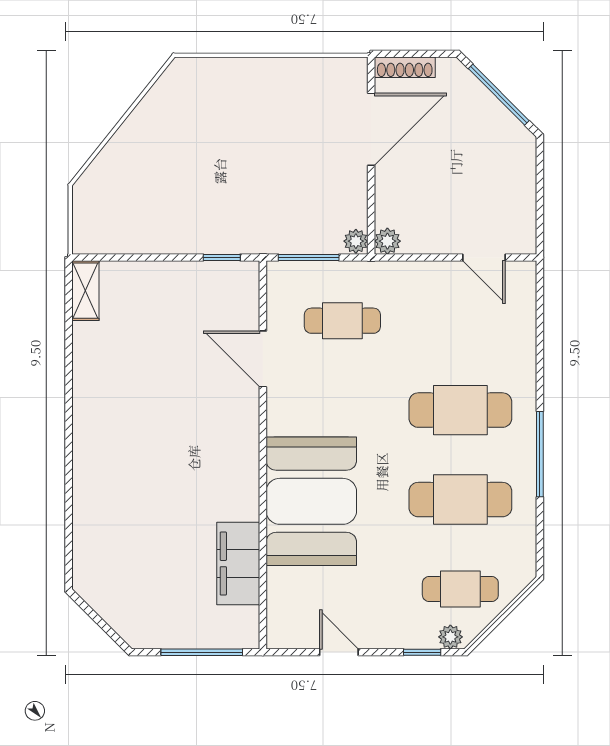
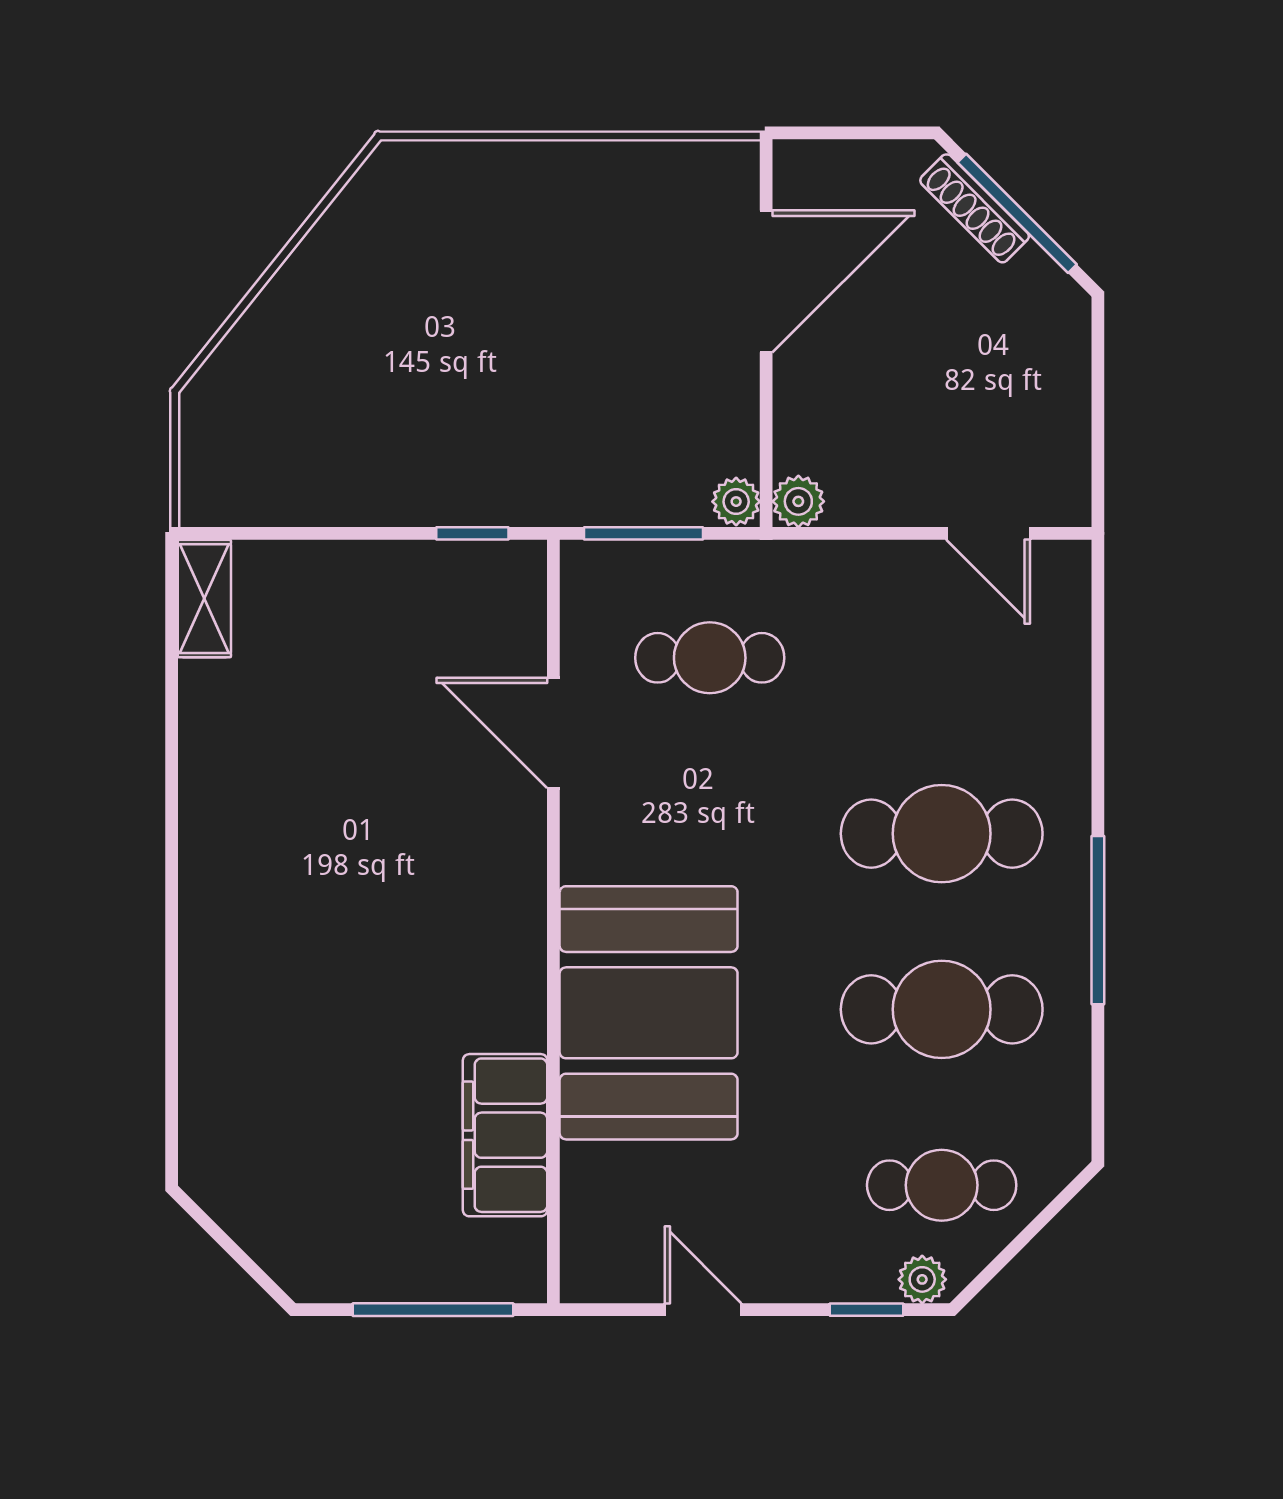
shoe rack: (405, 67) -> (975, 208), moved, turned 45

